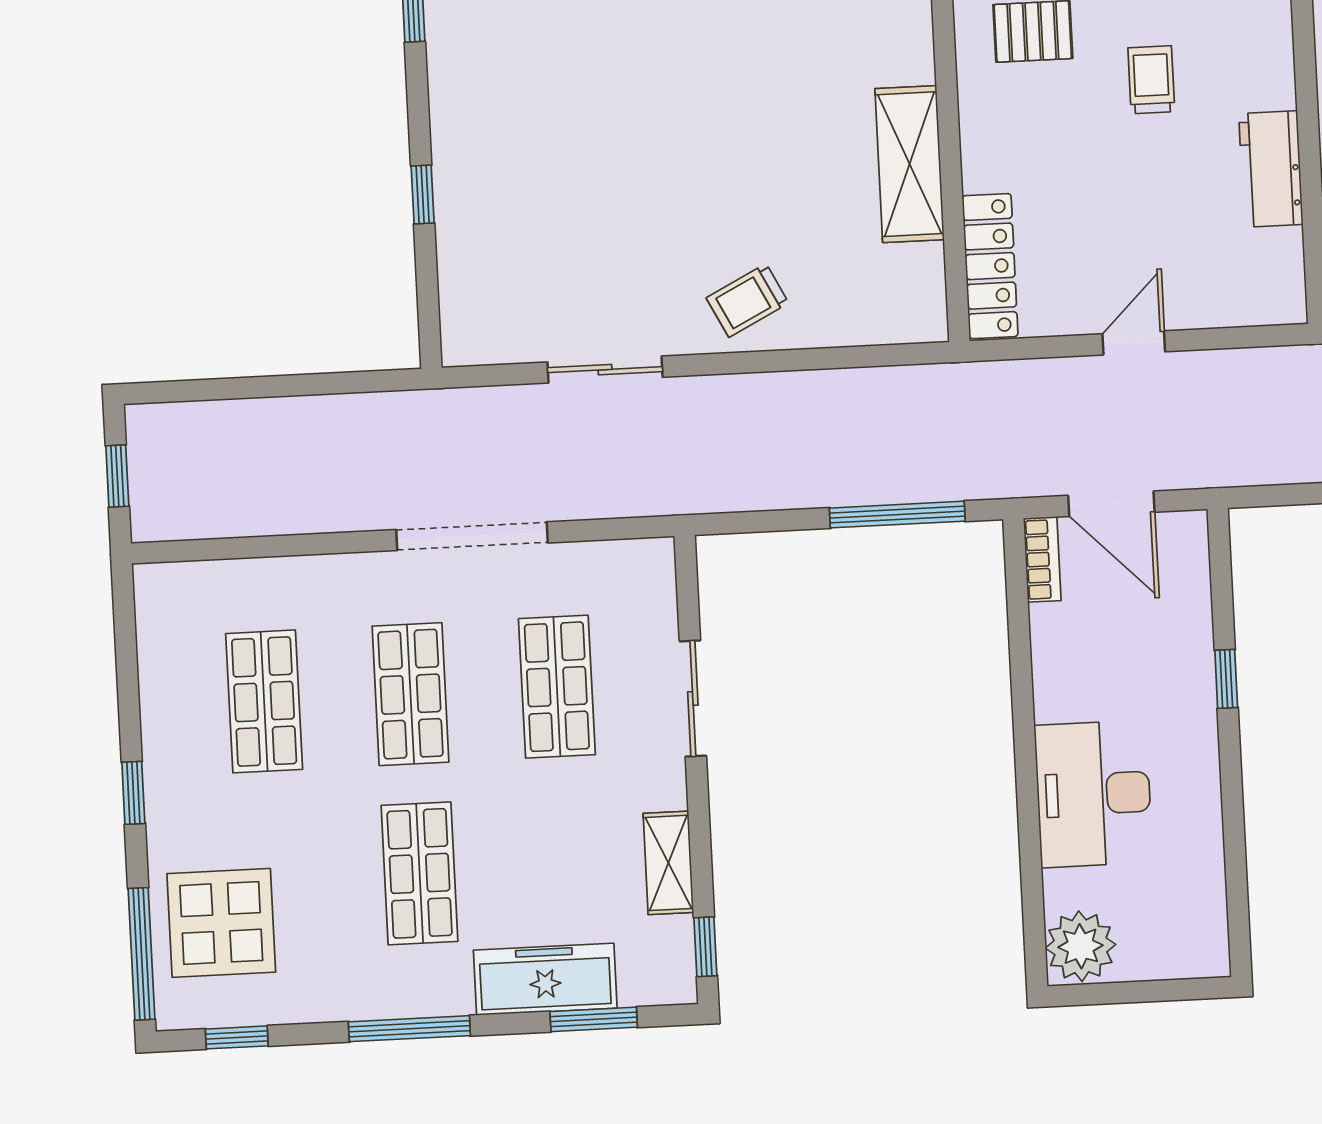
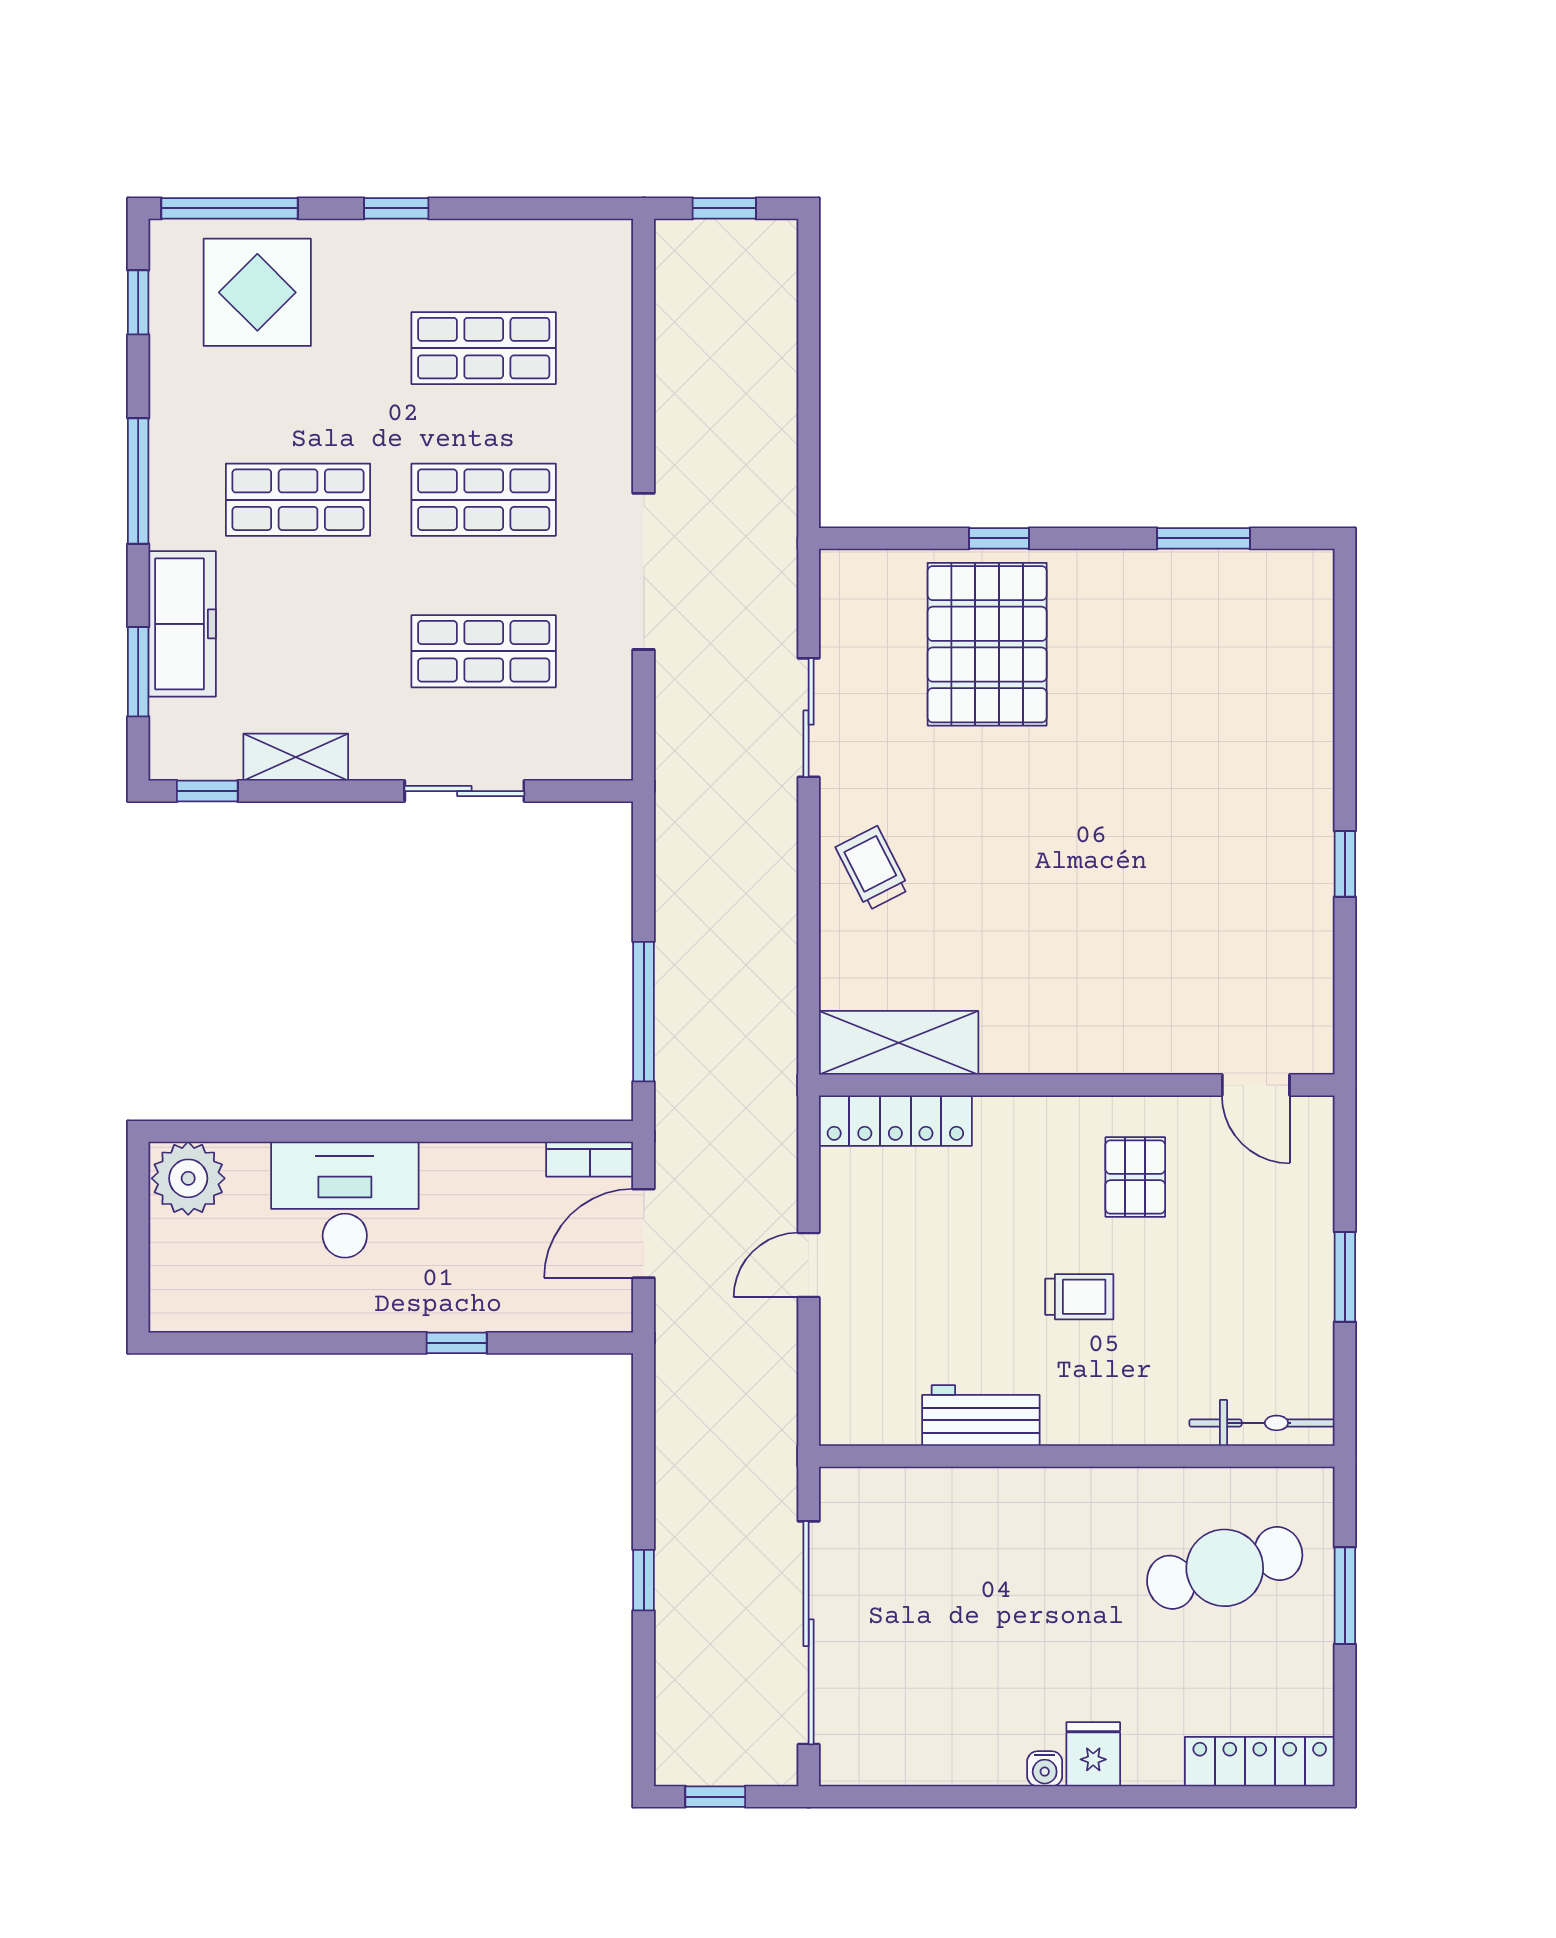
shelving: (910, 164) -> (899, 1043), moved
pallet: (525, 201) -> (987, 644), added
door: (1134, 343) -> (809, 1265), swing flipped

